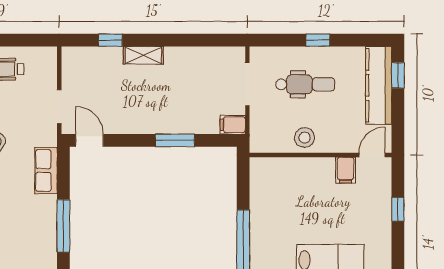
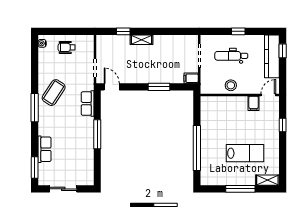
dental chair: (305, 84) -> (231, 56), turned 180

